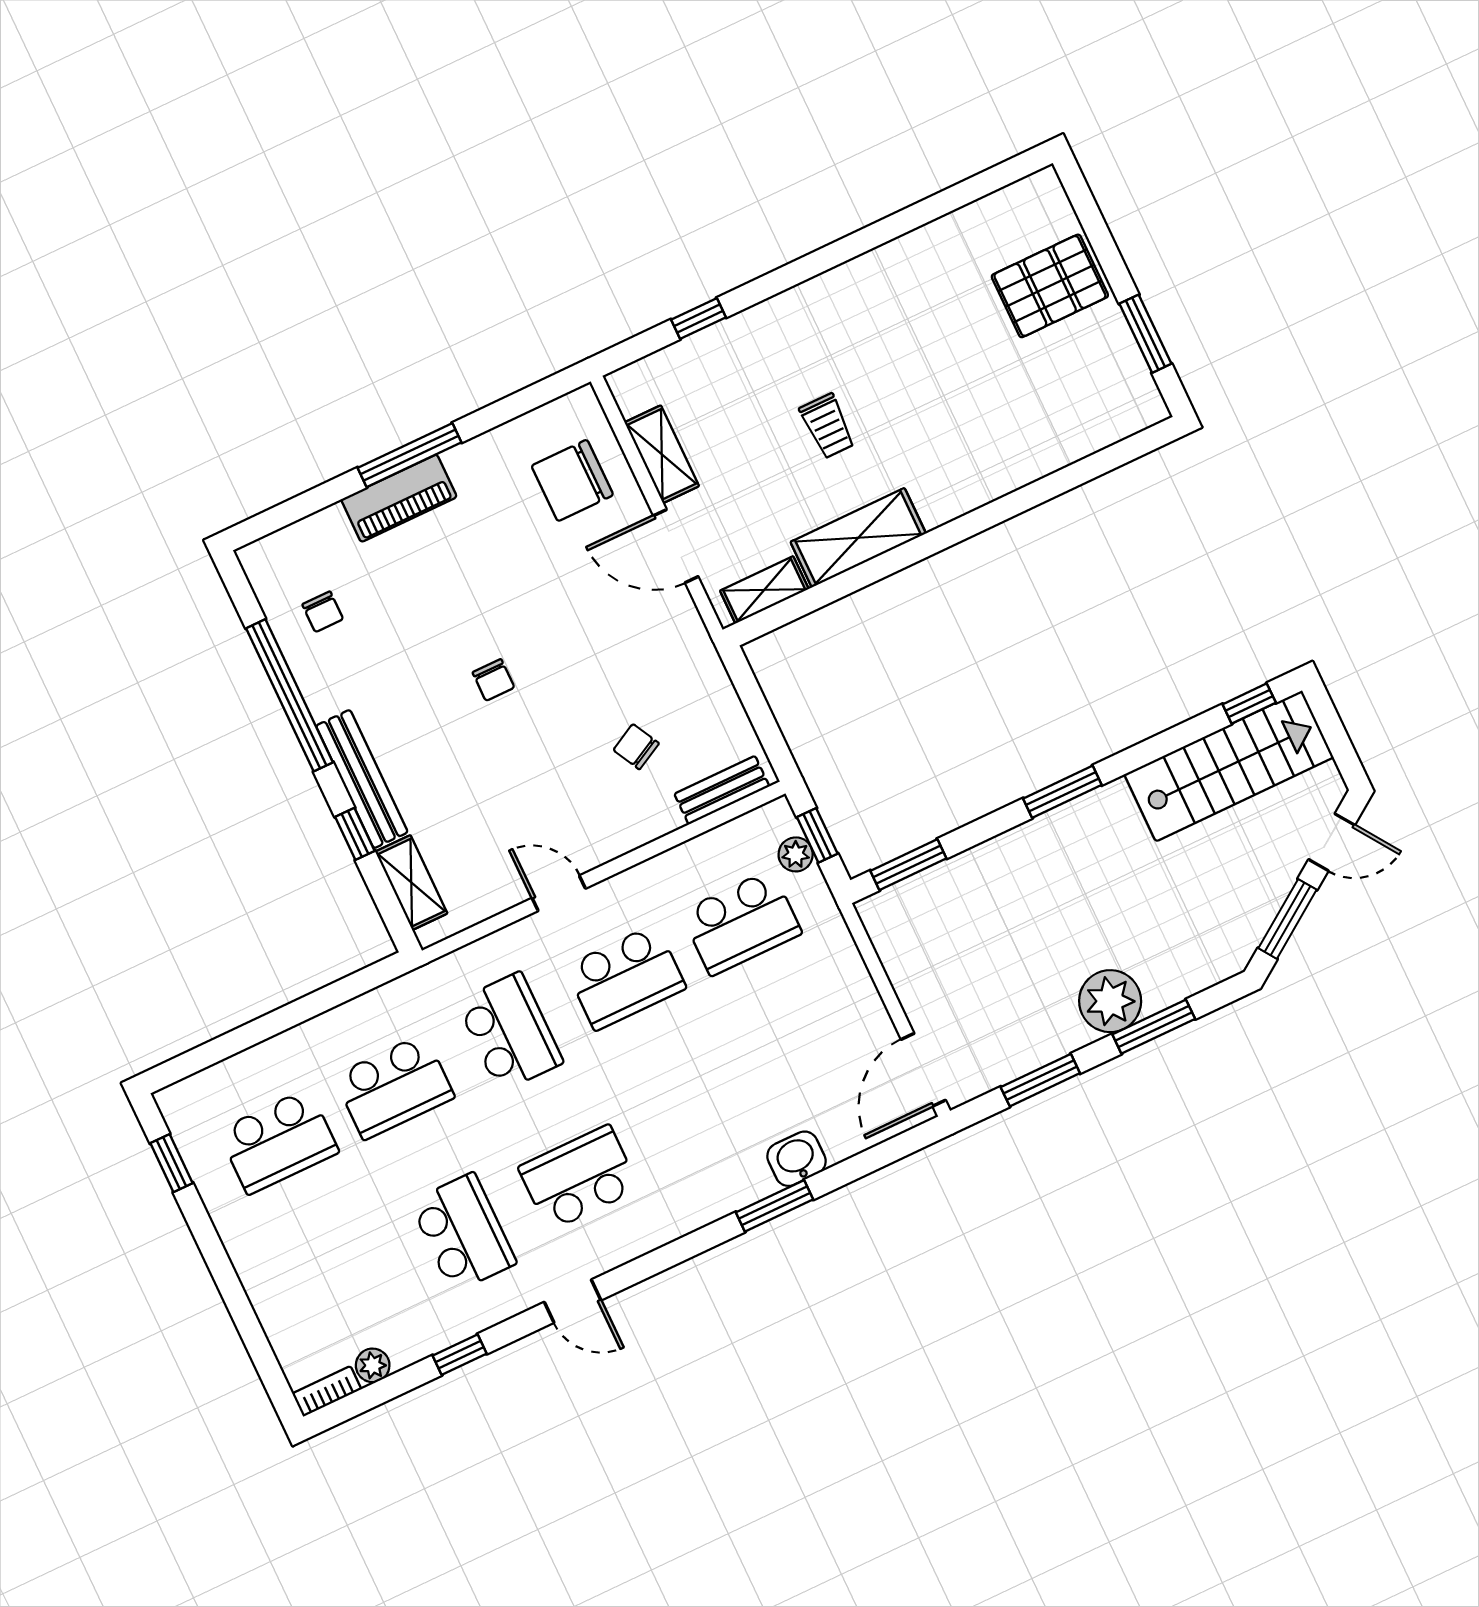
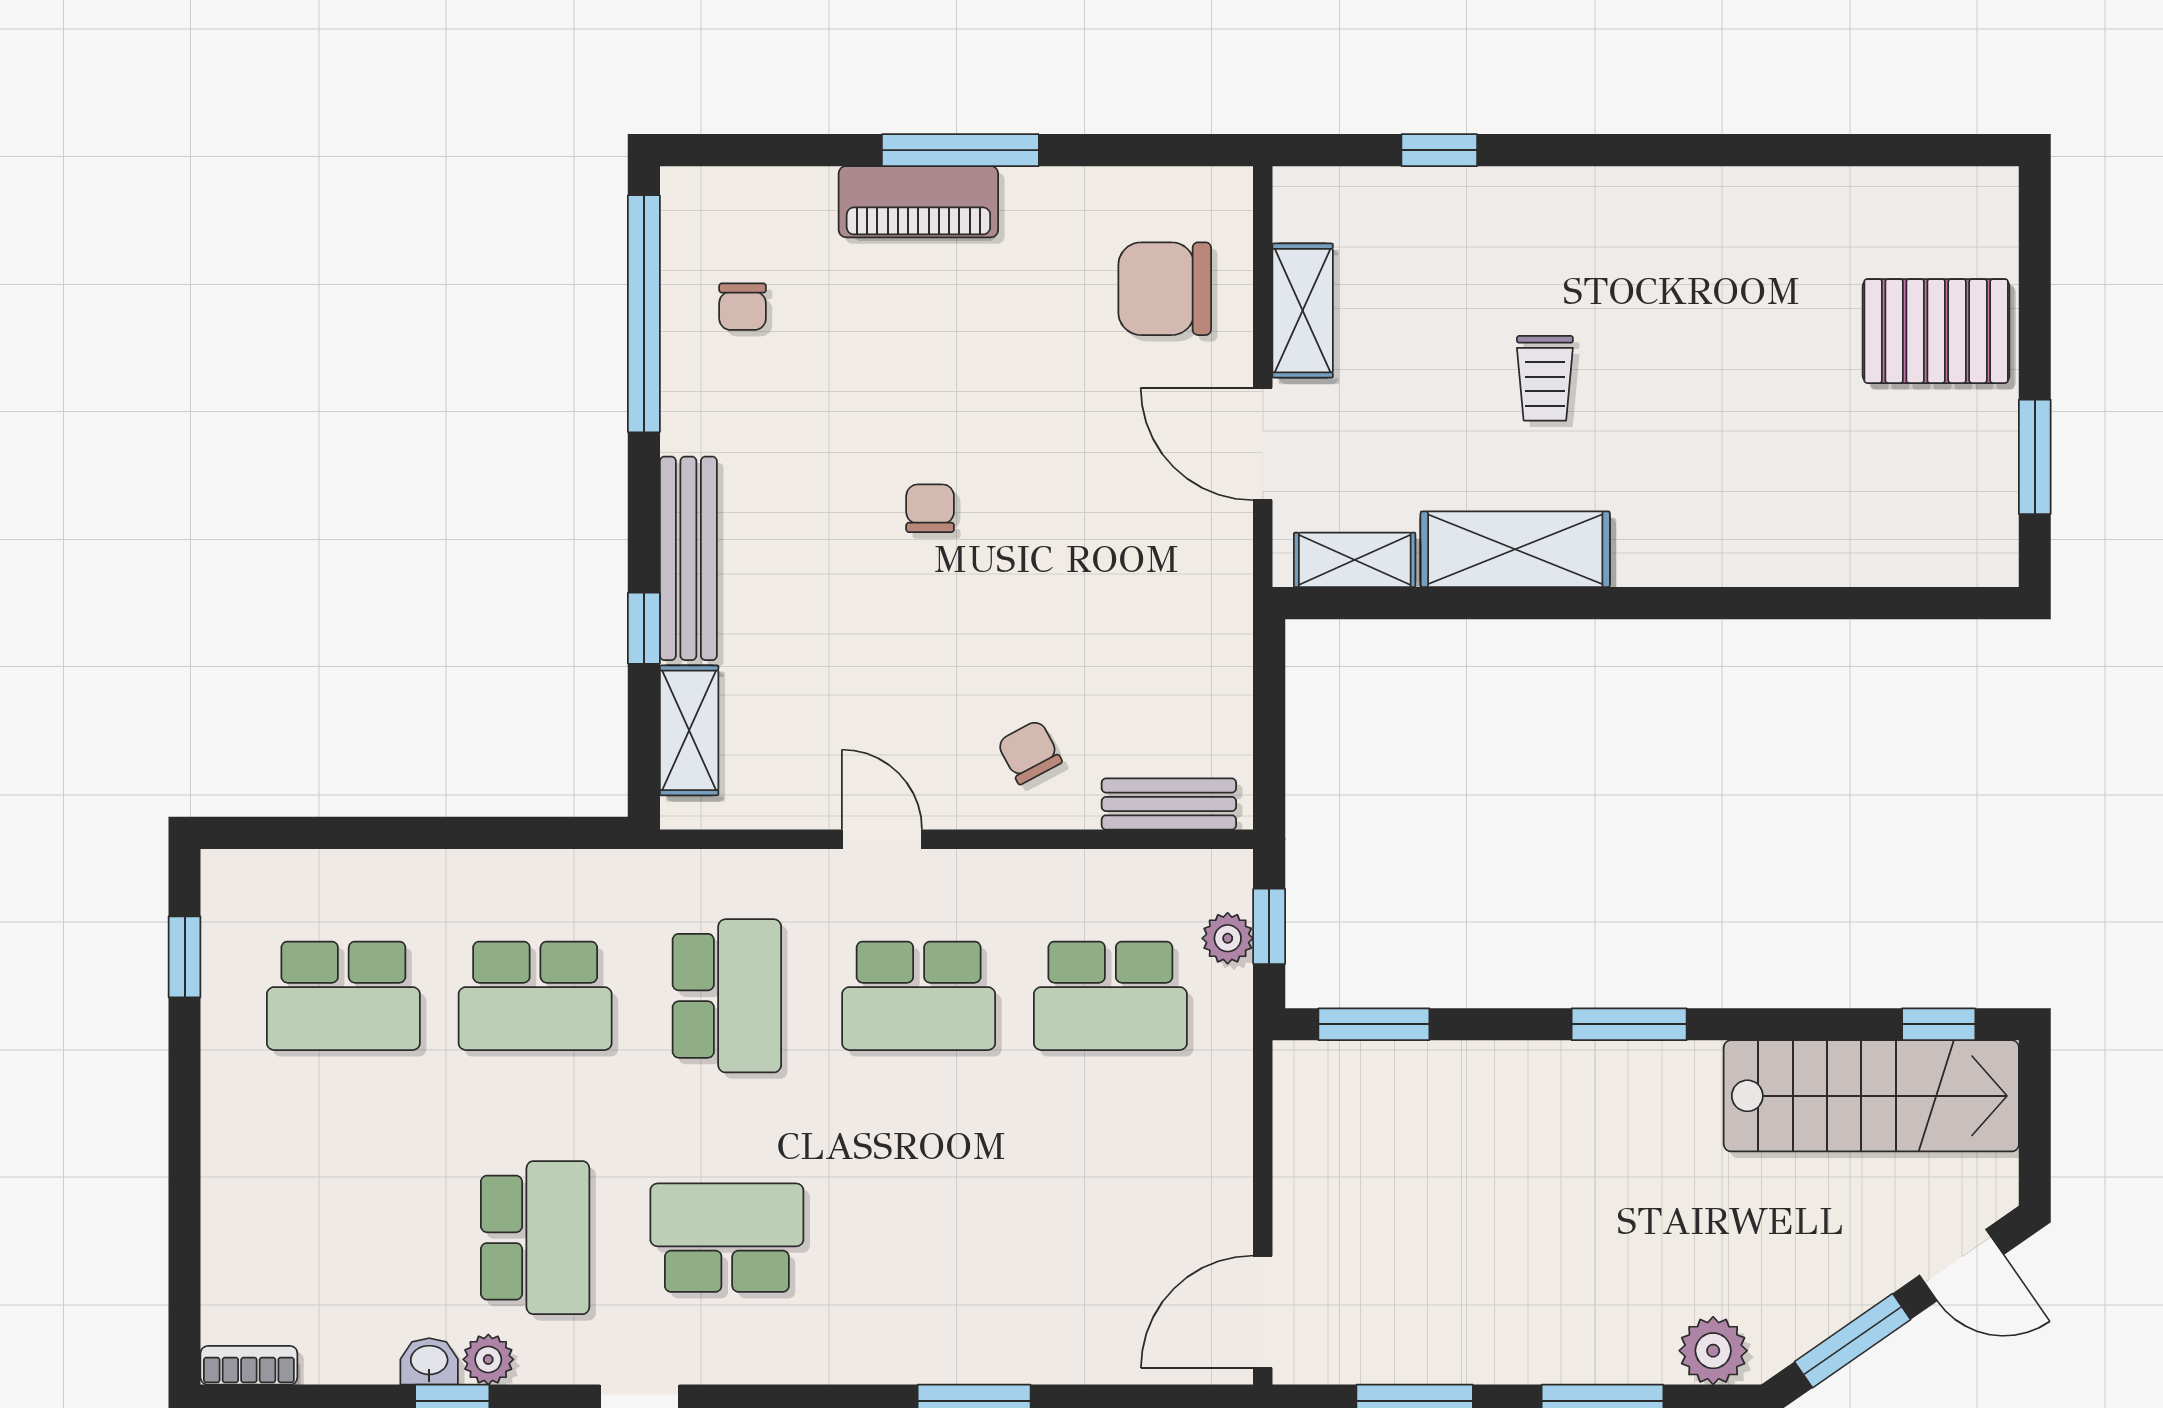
chair: (493, 680) -> (930, 508), turned 180
window: (289, 695) -> (644, 314), moved
chair: (636, 747) -> (1029, 752), moved
plant: (1110, 1001) -> (1713, 1351), moved, width x0.73, depth x0.73
washbasin: (796, 1159) -> (429, 1361), moved, width x0.72, depth x0.69
plant: (373, 1365) -> (488, 1359), moved

